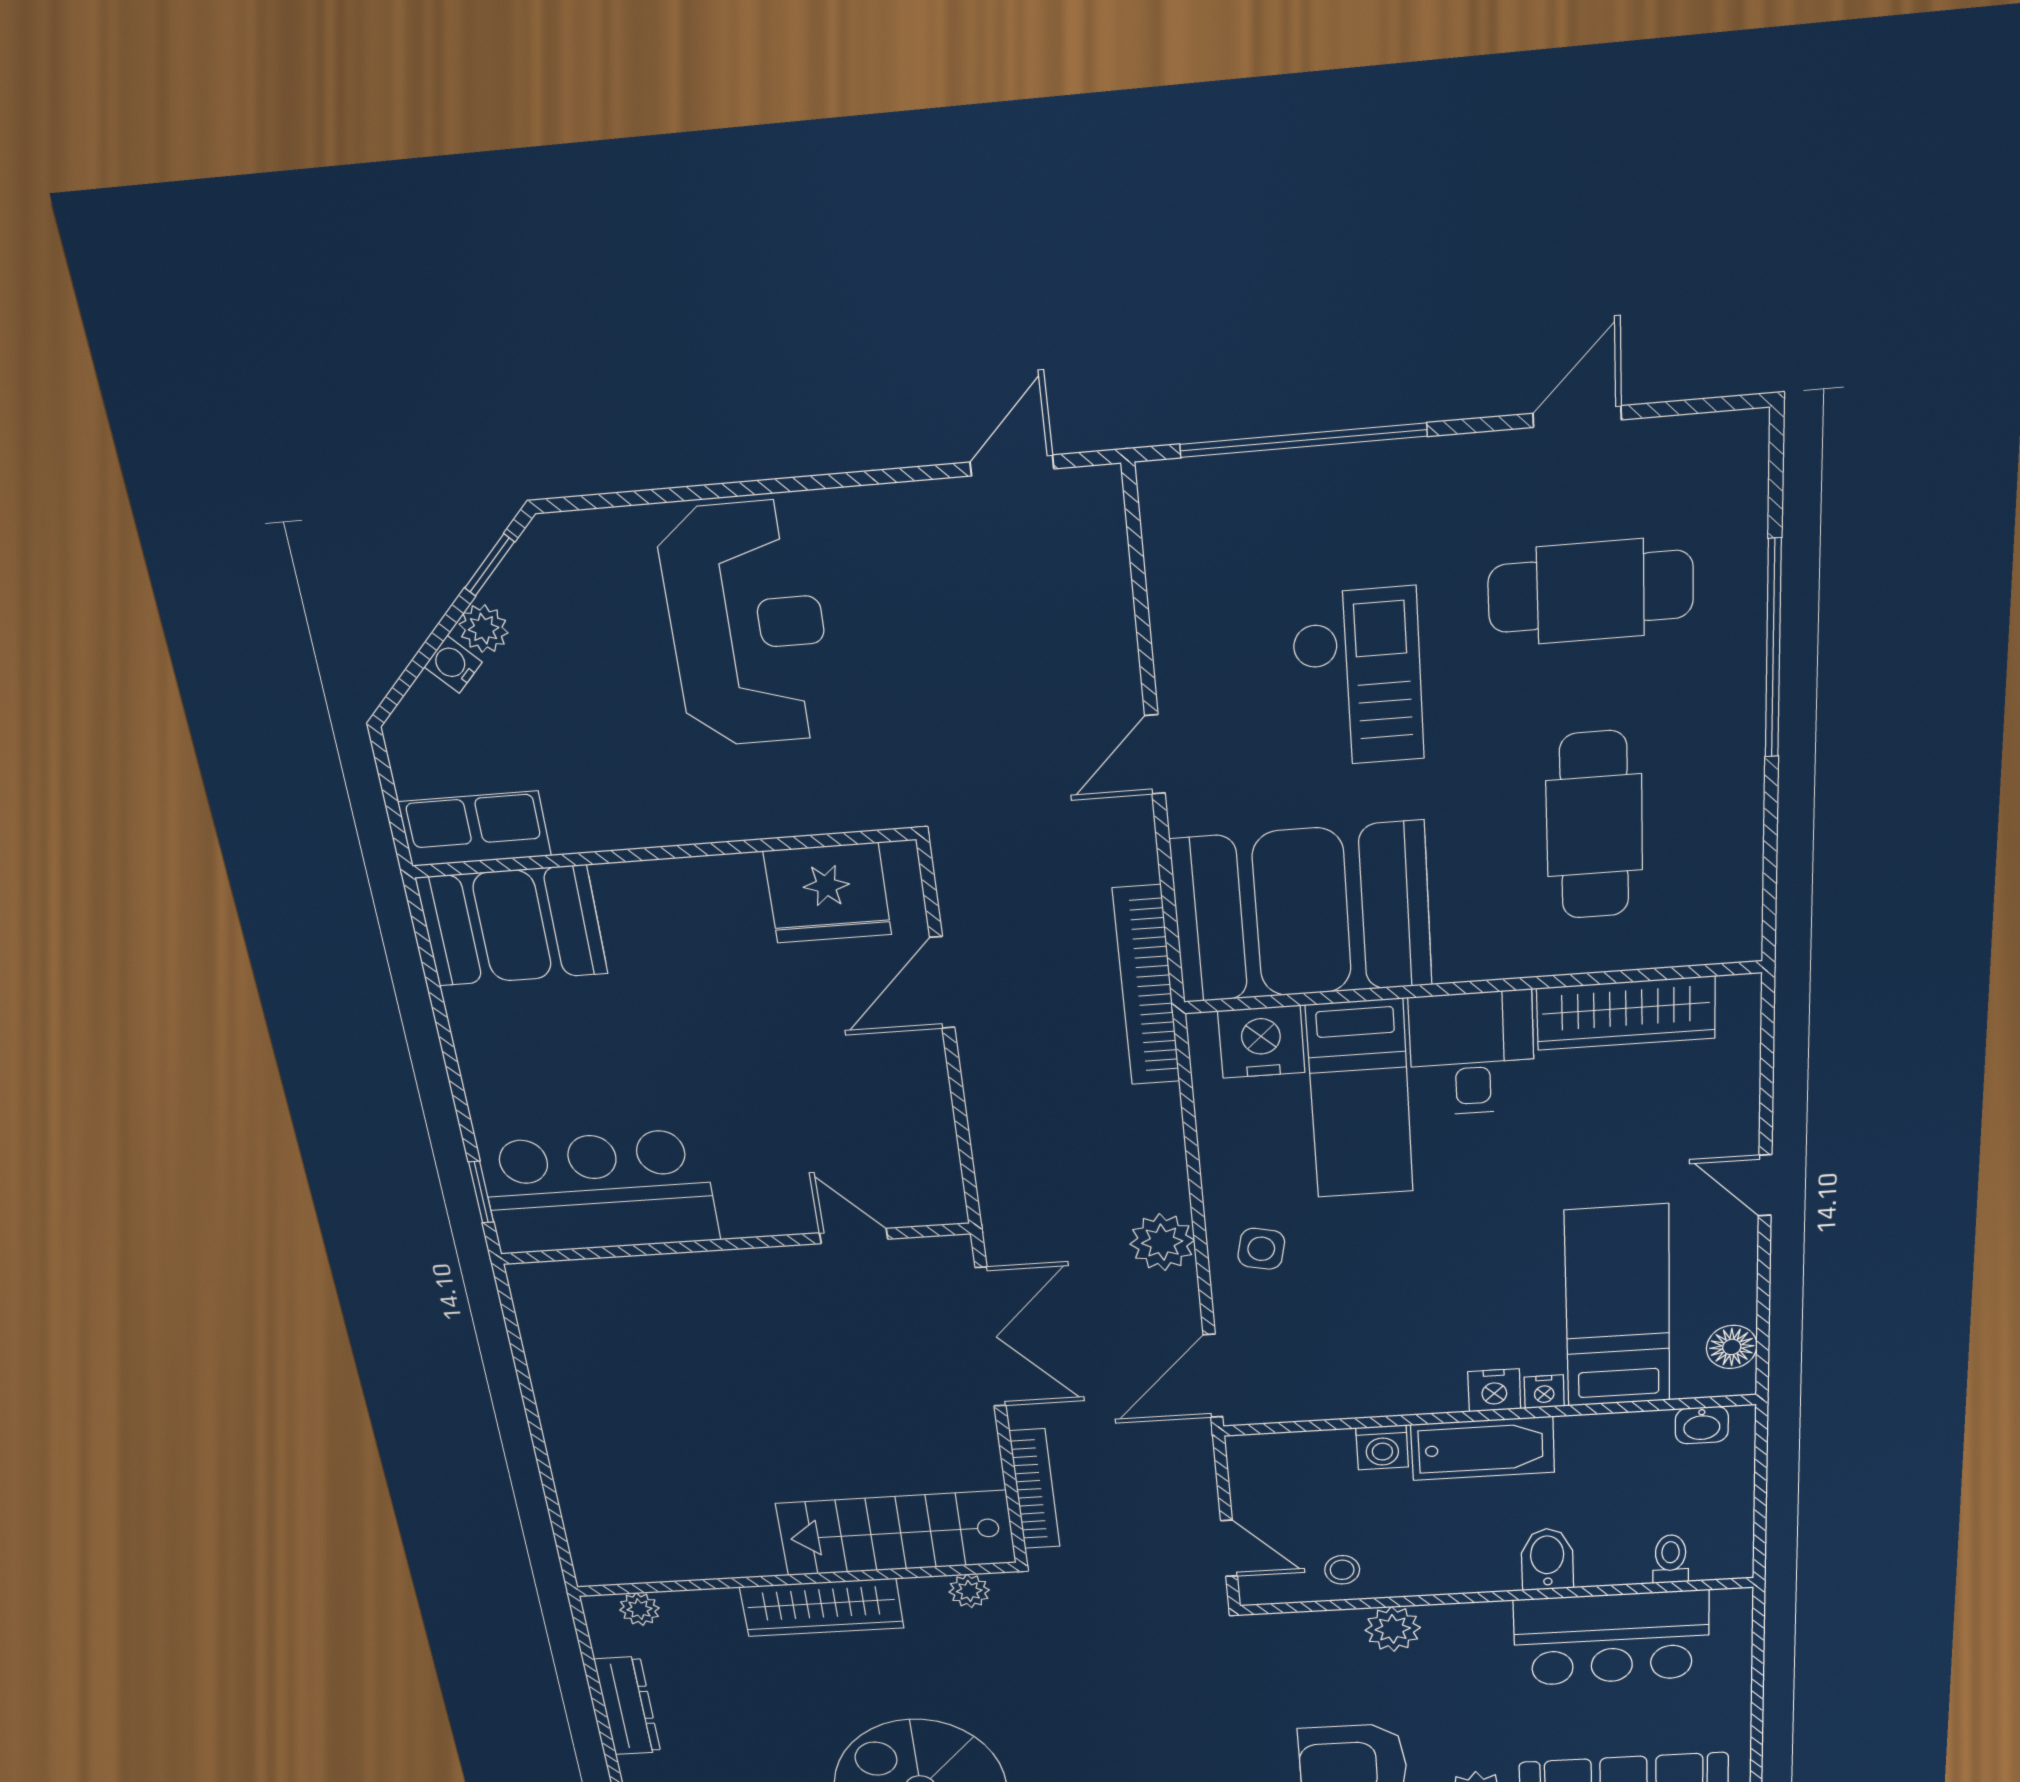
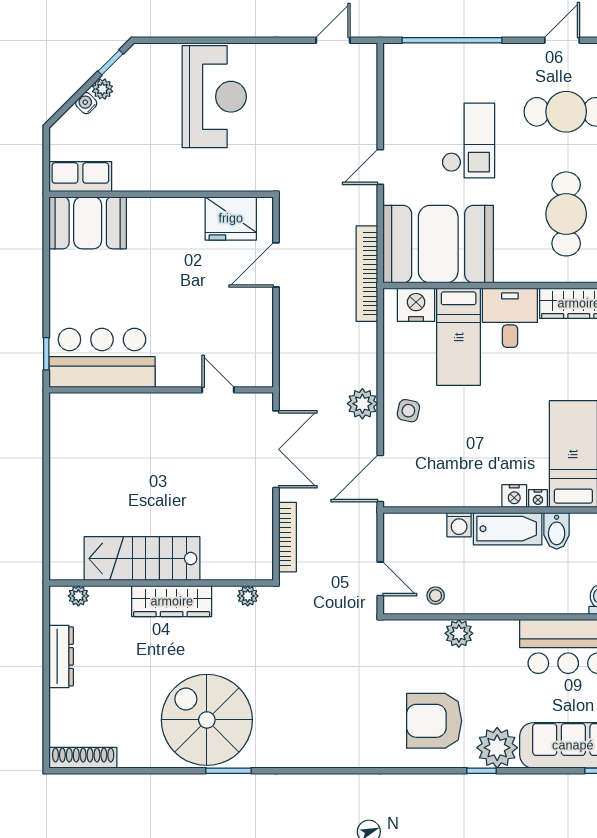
stairs: (896, 1533) -> (142, 559), moved
bidet: (1547, 1559) -> (557, 531), moved, turned 180

